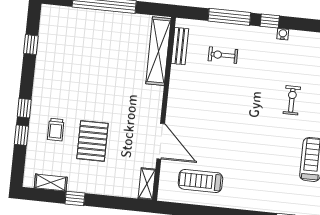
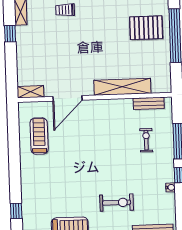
shelving: (158, 51) -> (122, 87), moved
exercise bike: (292, 100) -> (117, 203), width x1.38, depth x1.39
pallet: (92, 141) -> (146, 28), moved

